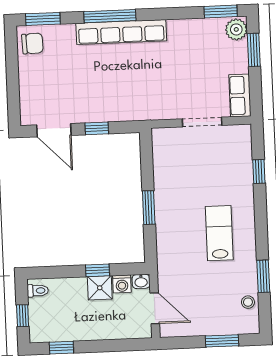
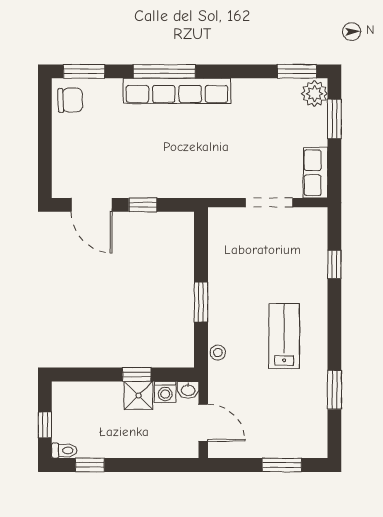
toilet: (38, 291) -> (64, 450), moved
stool: (248, 302) -> (218, 353), moved

